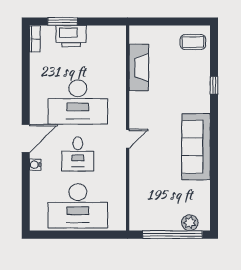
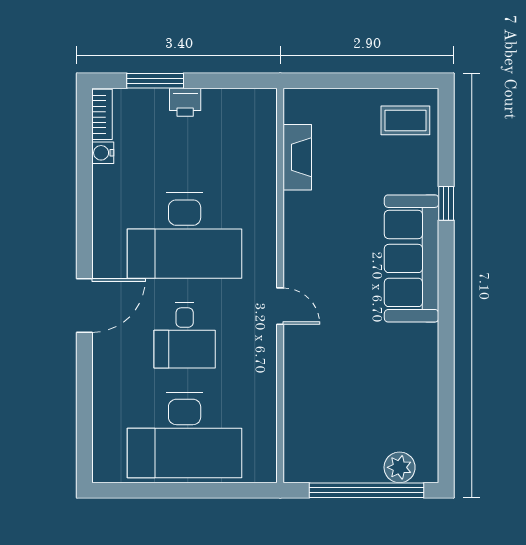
printer: (71, 36) -> (185, 102), width x0.53, depth x0.68
fireplace: (139, 68) -> (297, 157), width x0.73, depth x0.76
door: (128, 139) -> (280, 306), hinge flipped
sofa: (196, 147) -> (412, 258), moved
water cooler: (35, 165) -> (103, 153), moved

